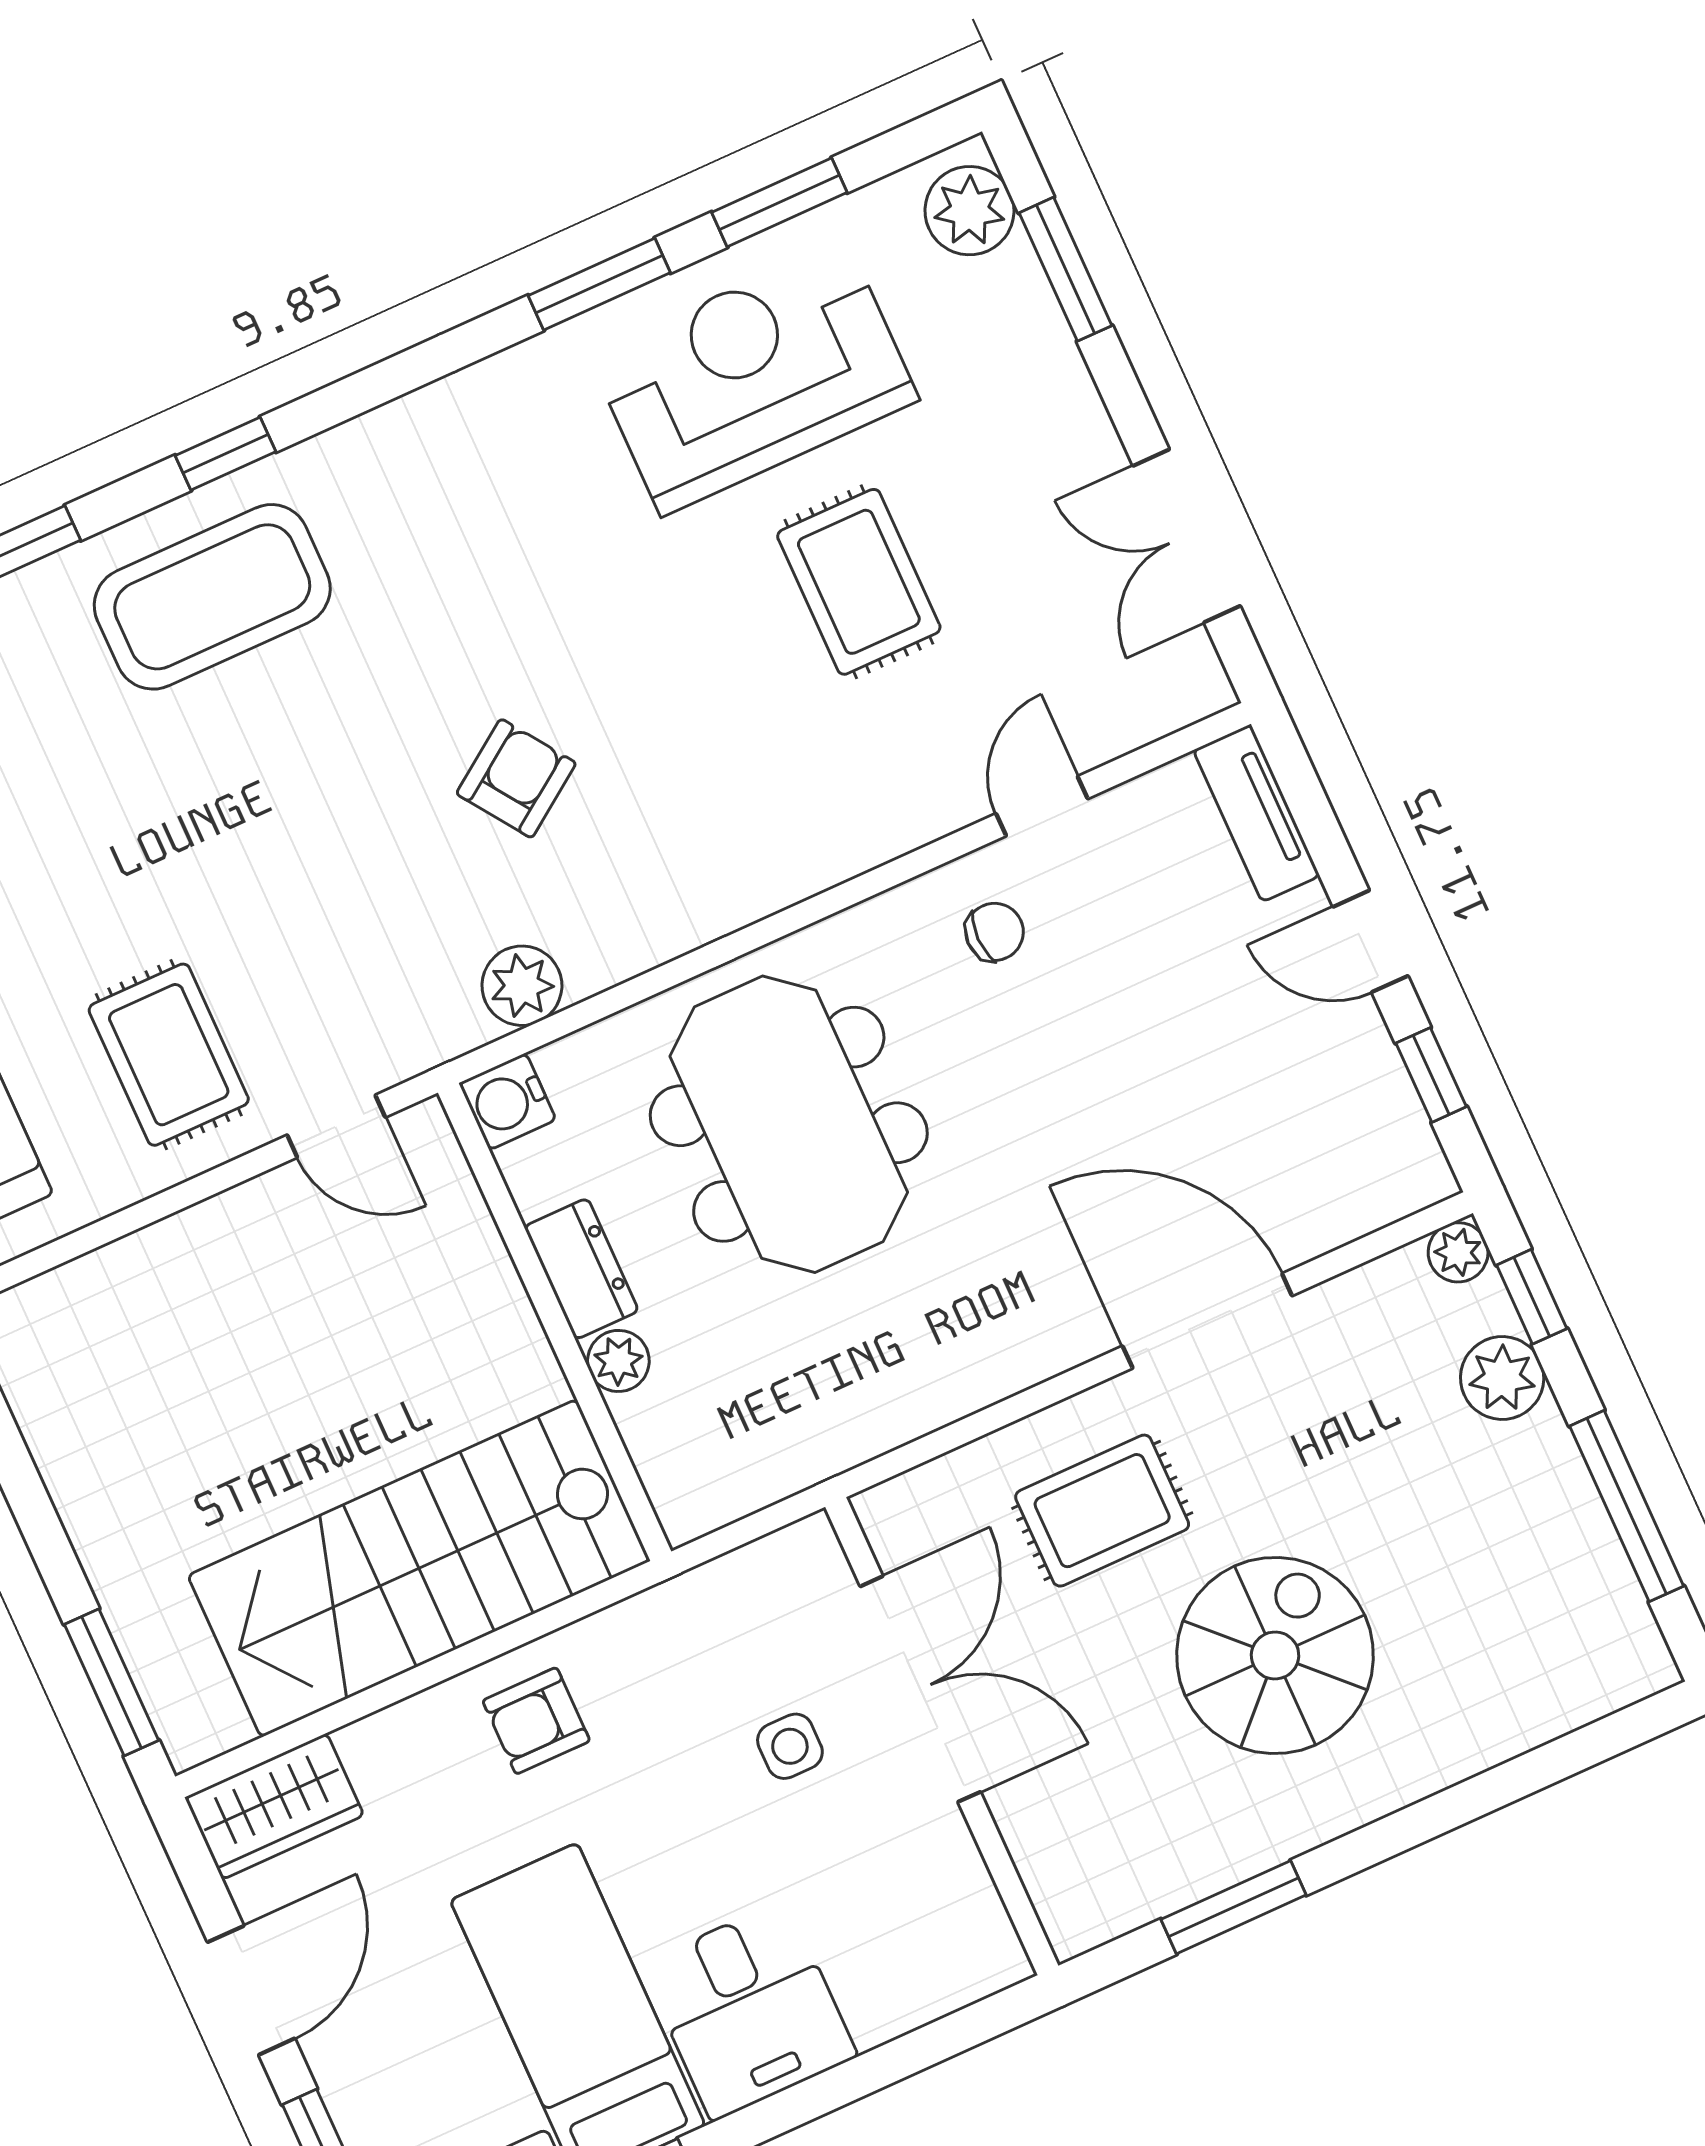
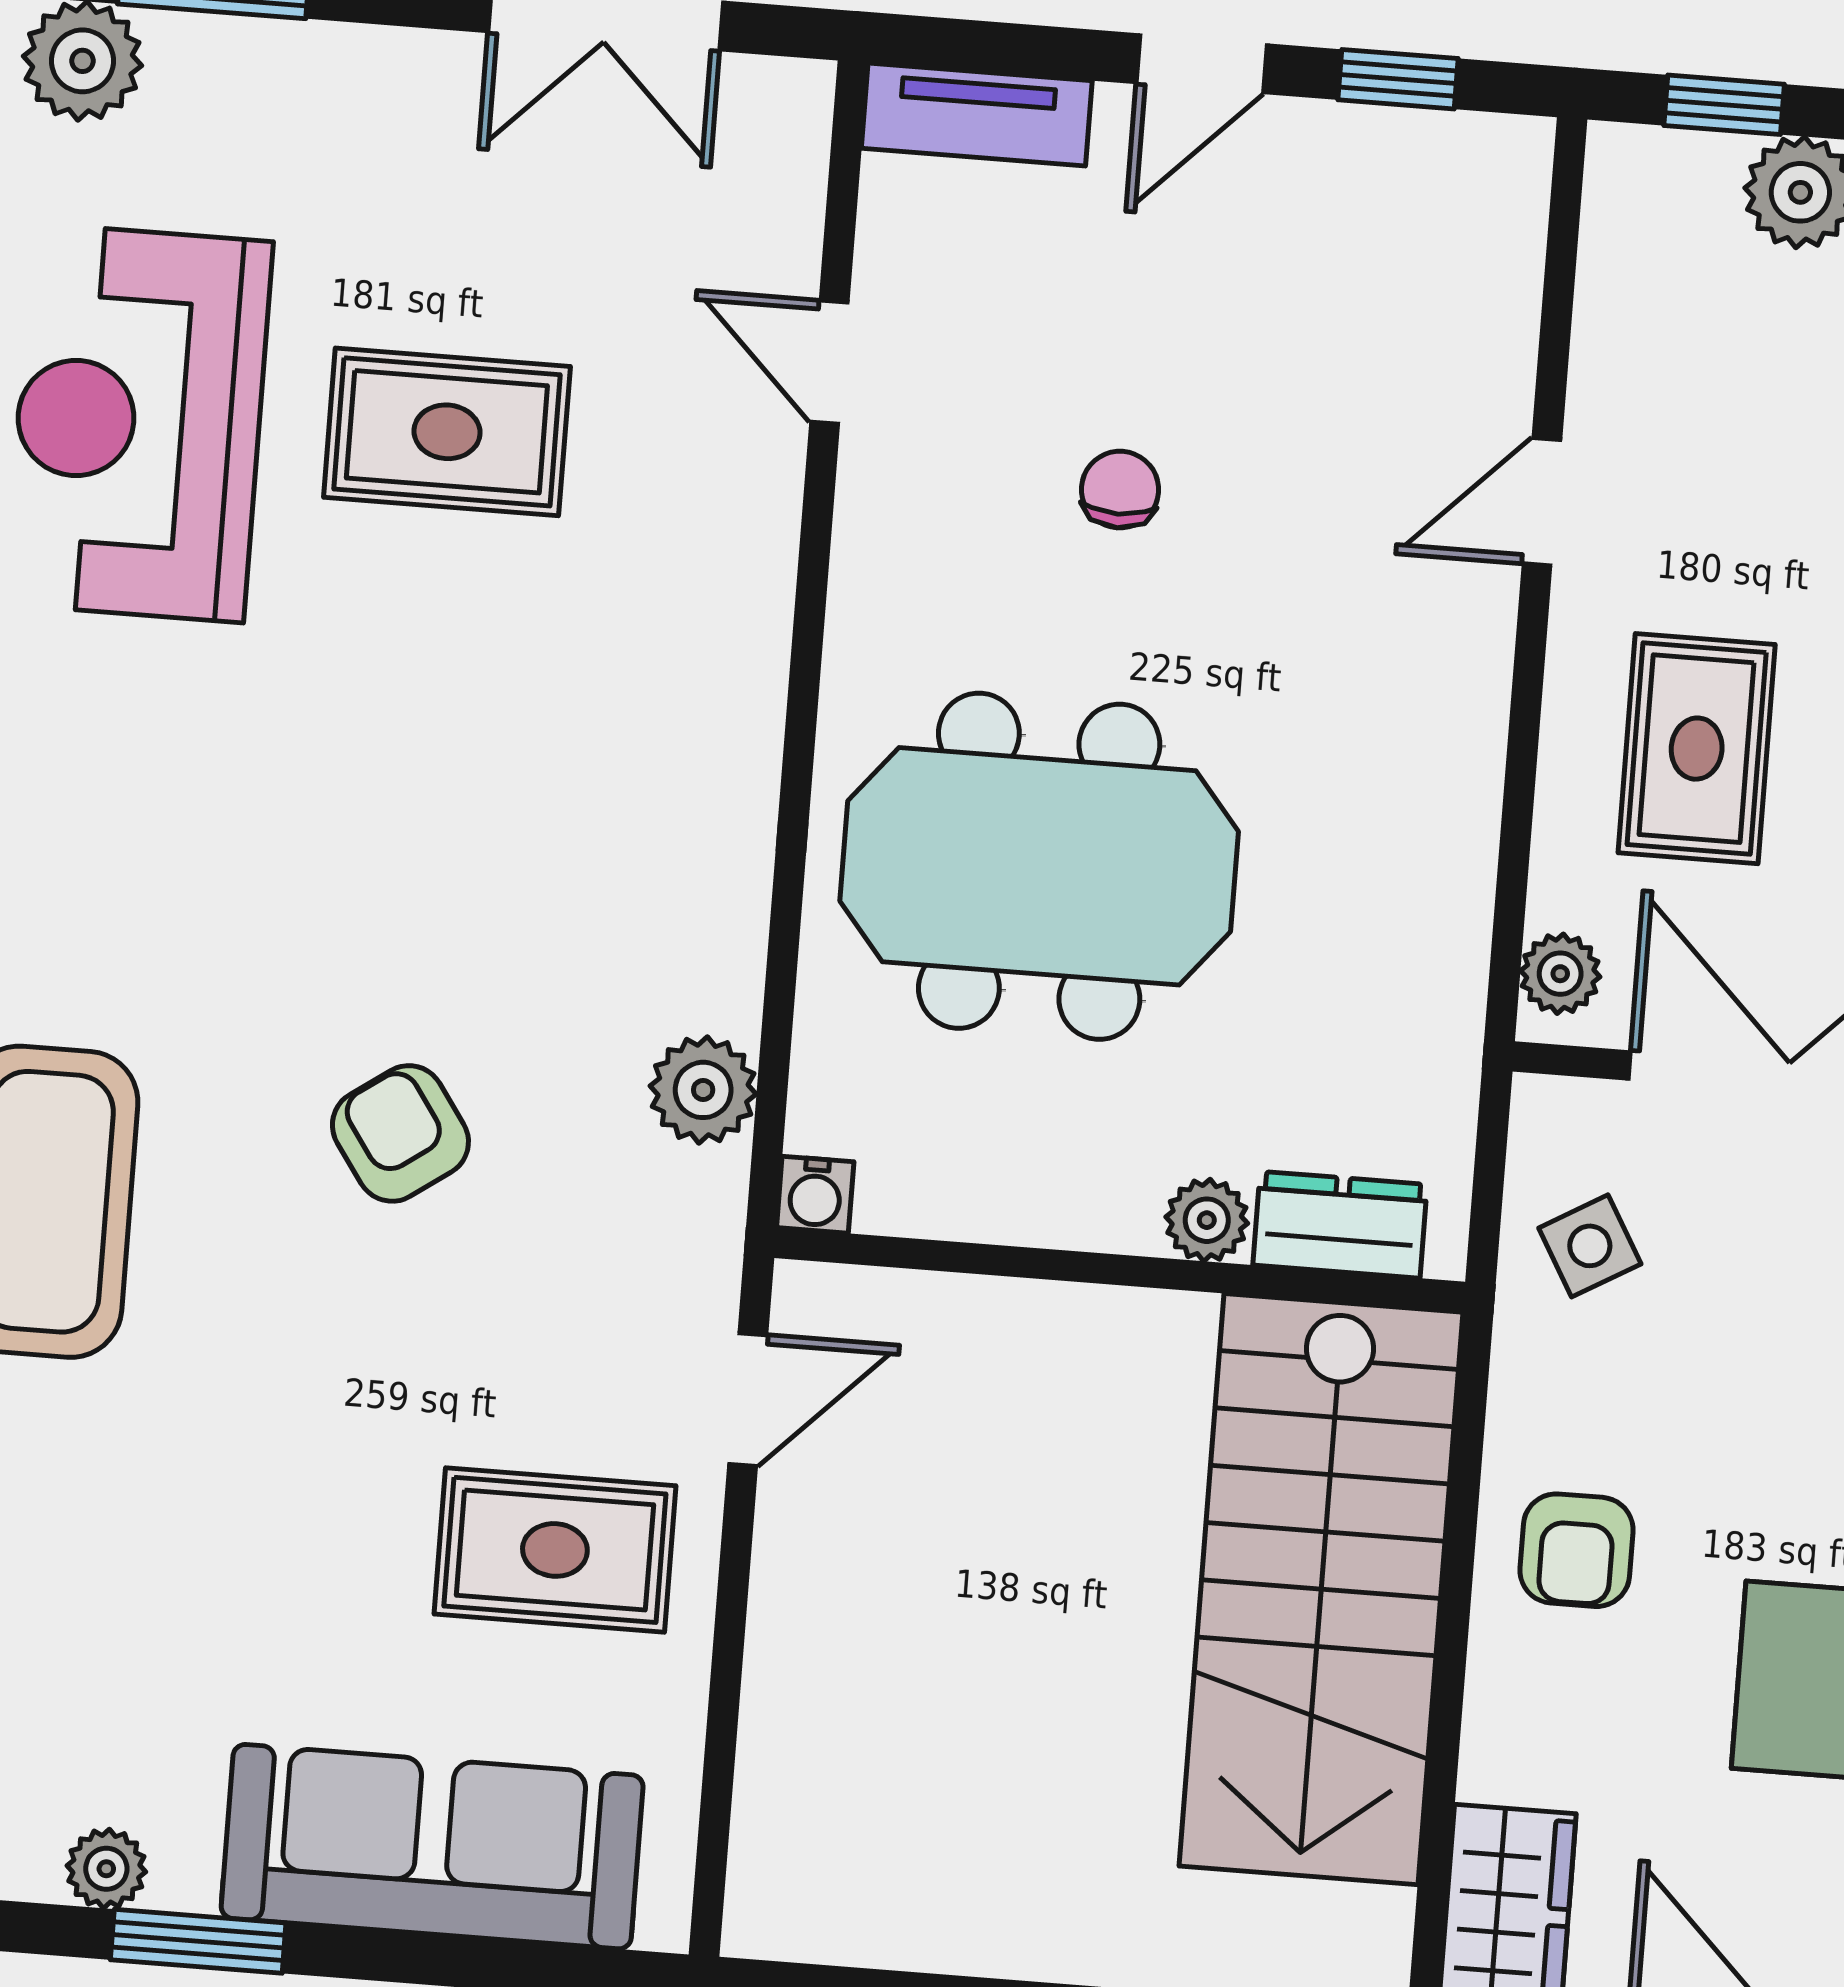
armchair: (516, 778) -> (400, 1133), moved
chair: (995, 932) -> (1120, 490), moved
water cooler: (508, 1102) -> (815, 1195), width x0.72, depth x0.72
plant: (1458, 1252) -> (1560, 974), moved
dresser: (581, 1269) -> (1340, 1225), moved
door: (1207, 1321) -> (1542, 502), width x0.53
side table: (790, 1746) -> (1590, 1246), moved, turned -30

